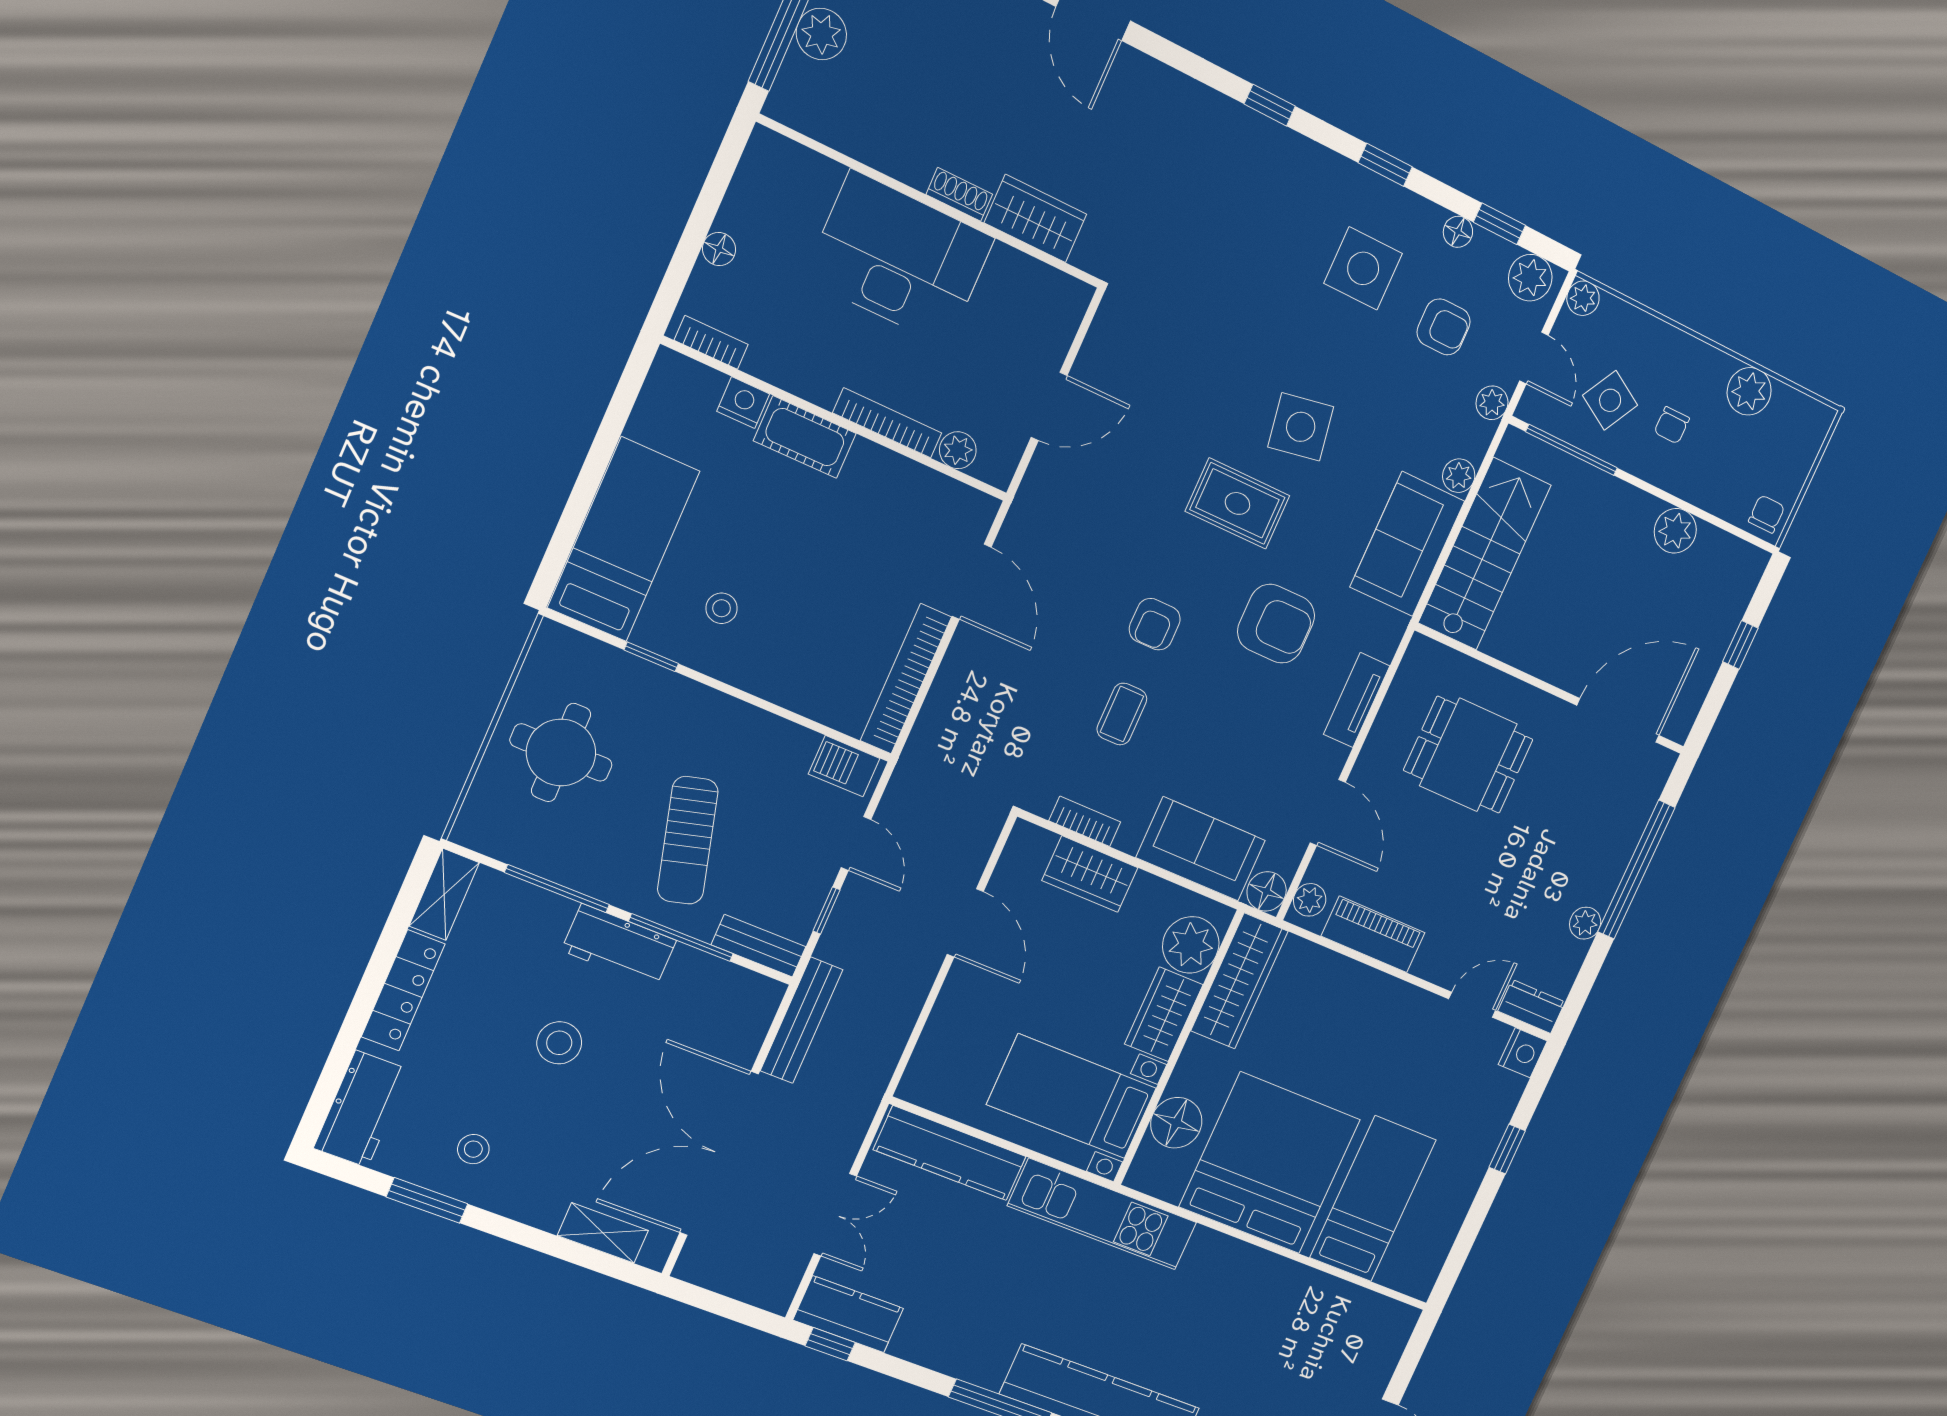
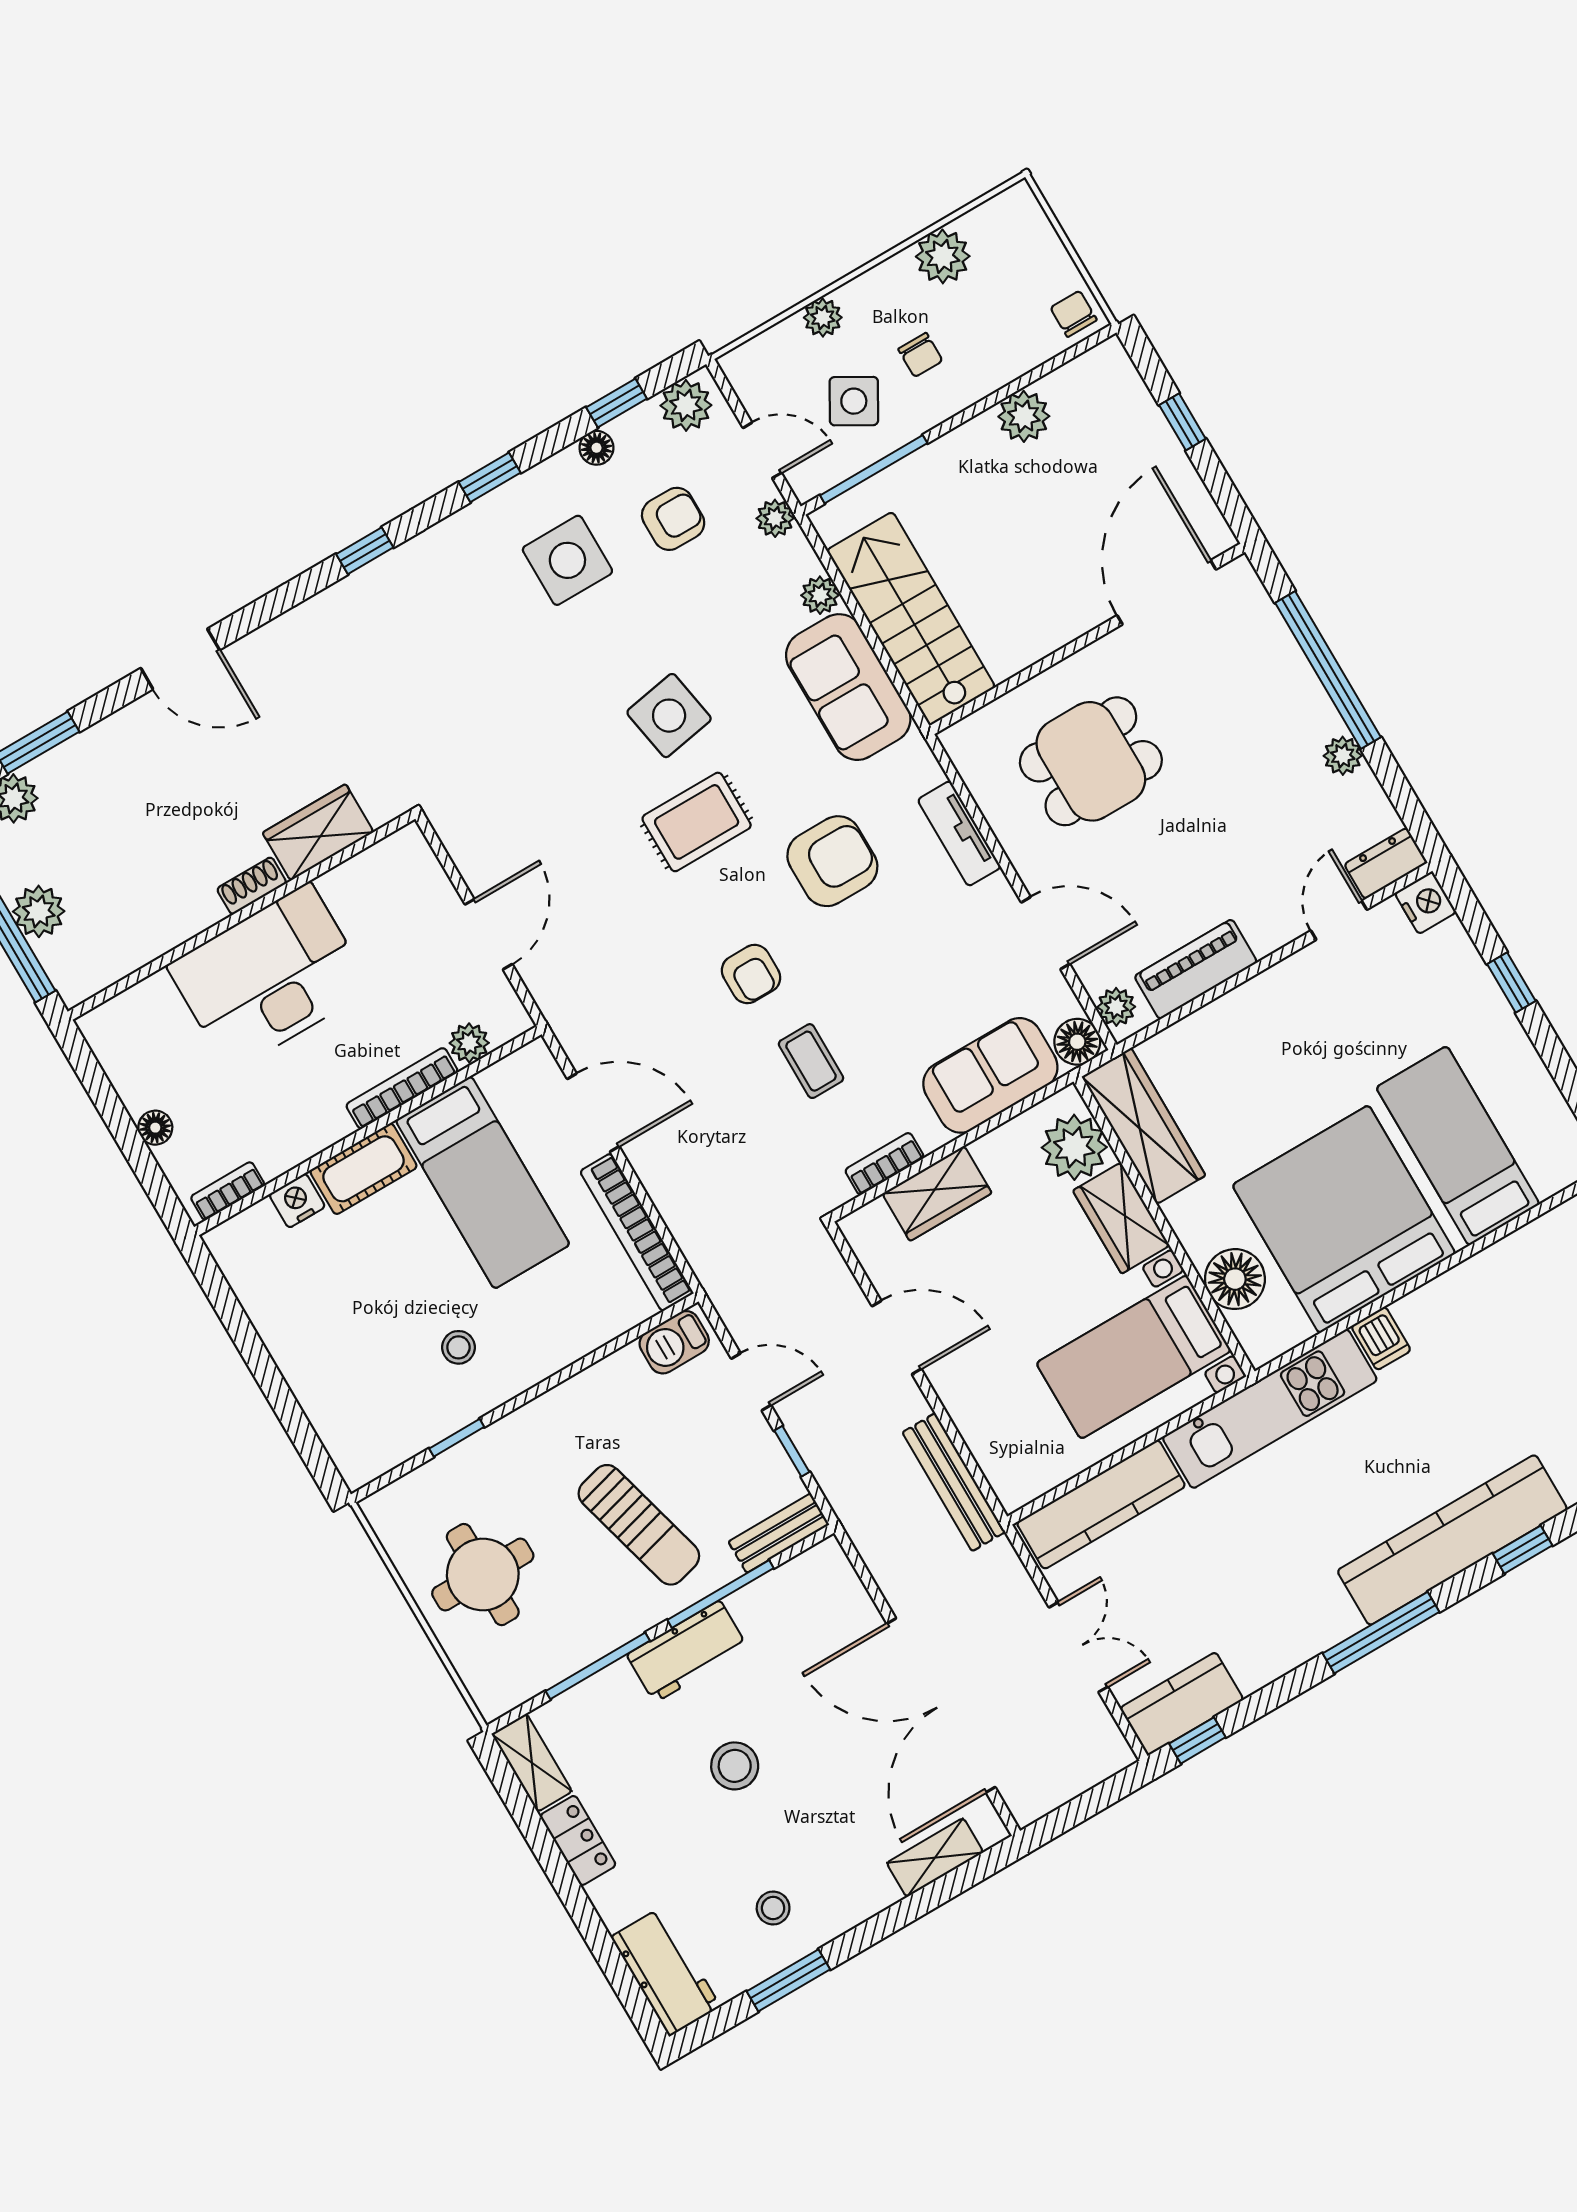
plant: (1583, 298) -> (823, 318), moved
bed: (624, 539) -> (483, 1182), moved, turned 180
locker: (403, 990) -> (578, 1840), width x0.66
bench: (802, 1020) -> (954, 1482), moved
dishwasher: (1205, 1249) -> (1381, 1338), added

